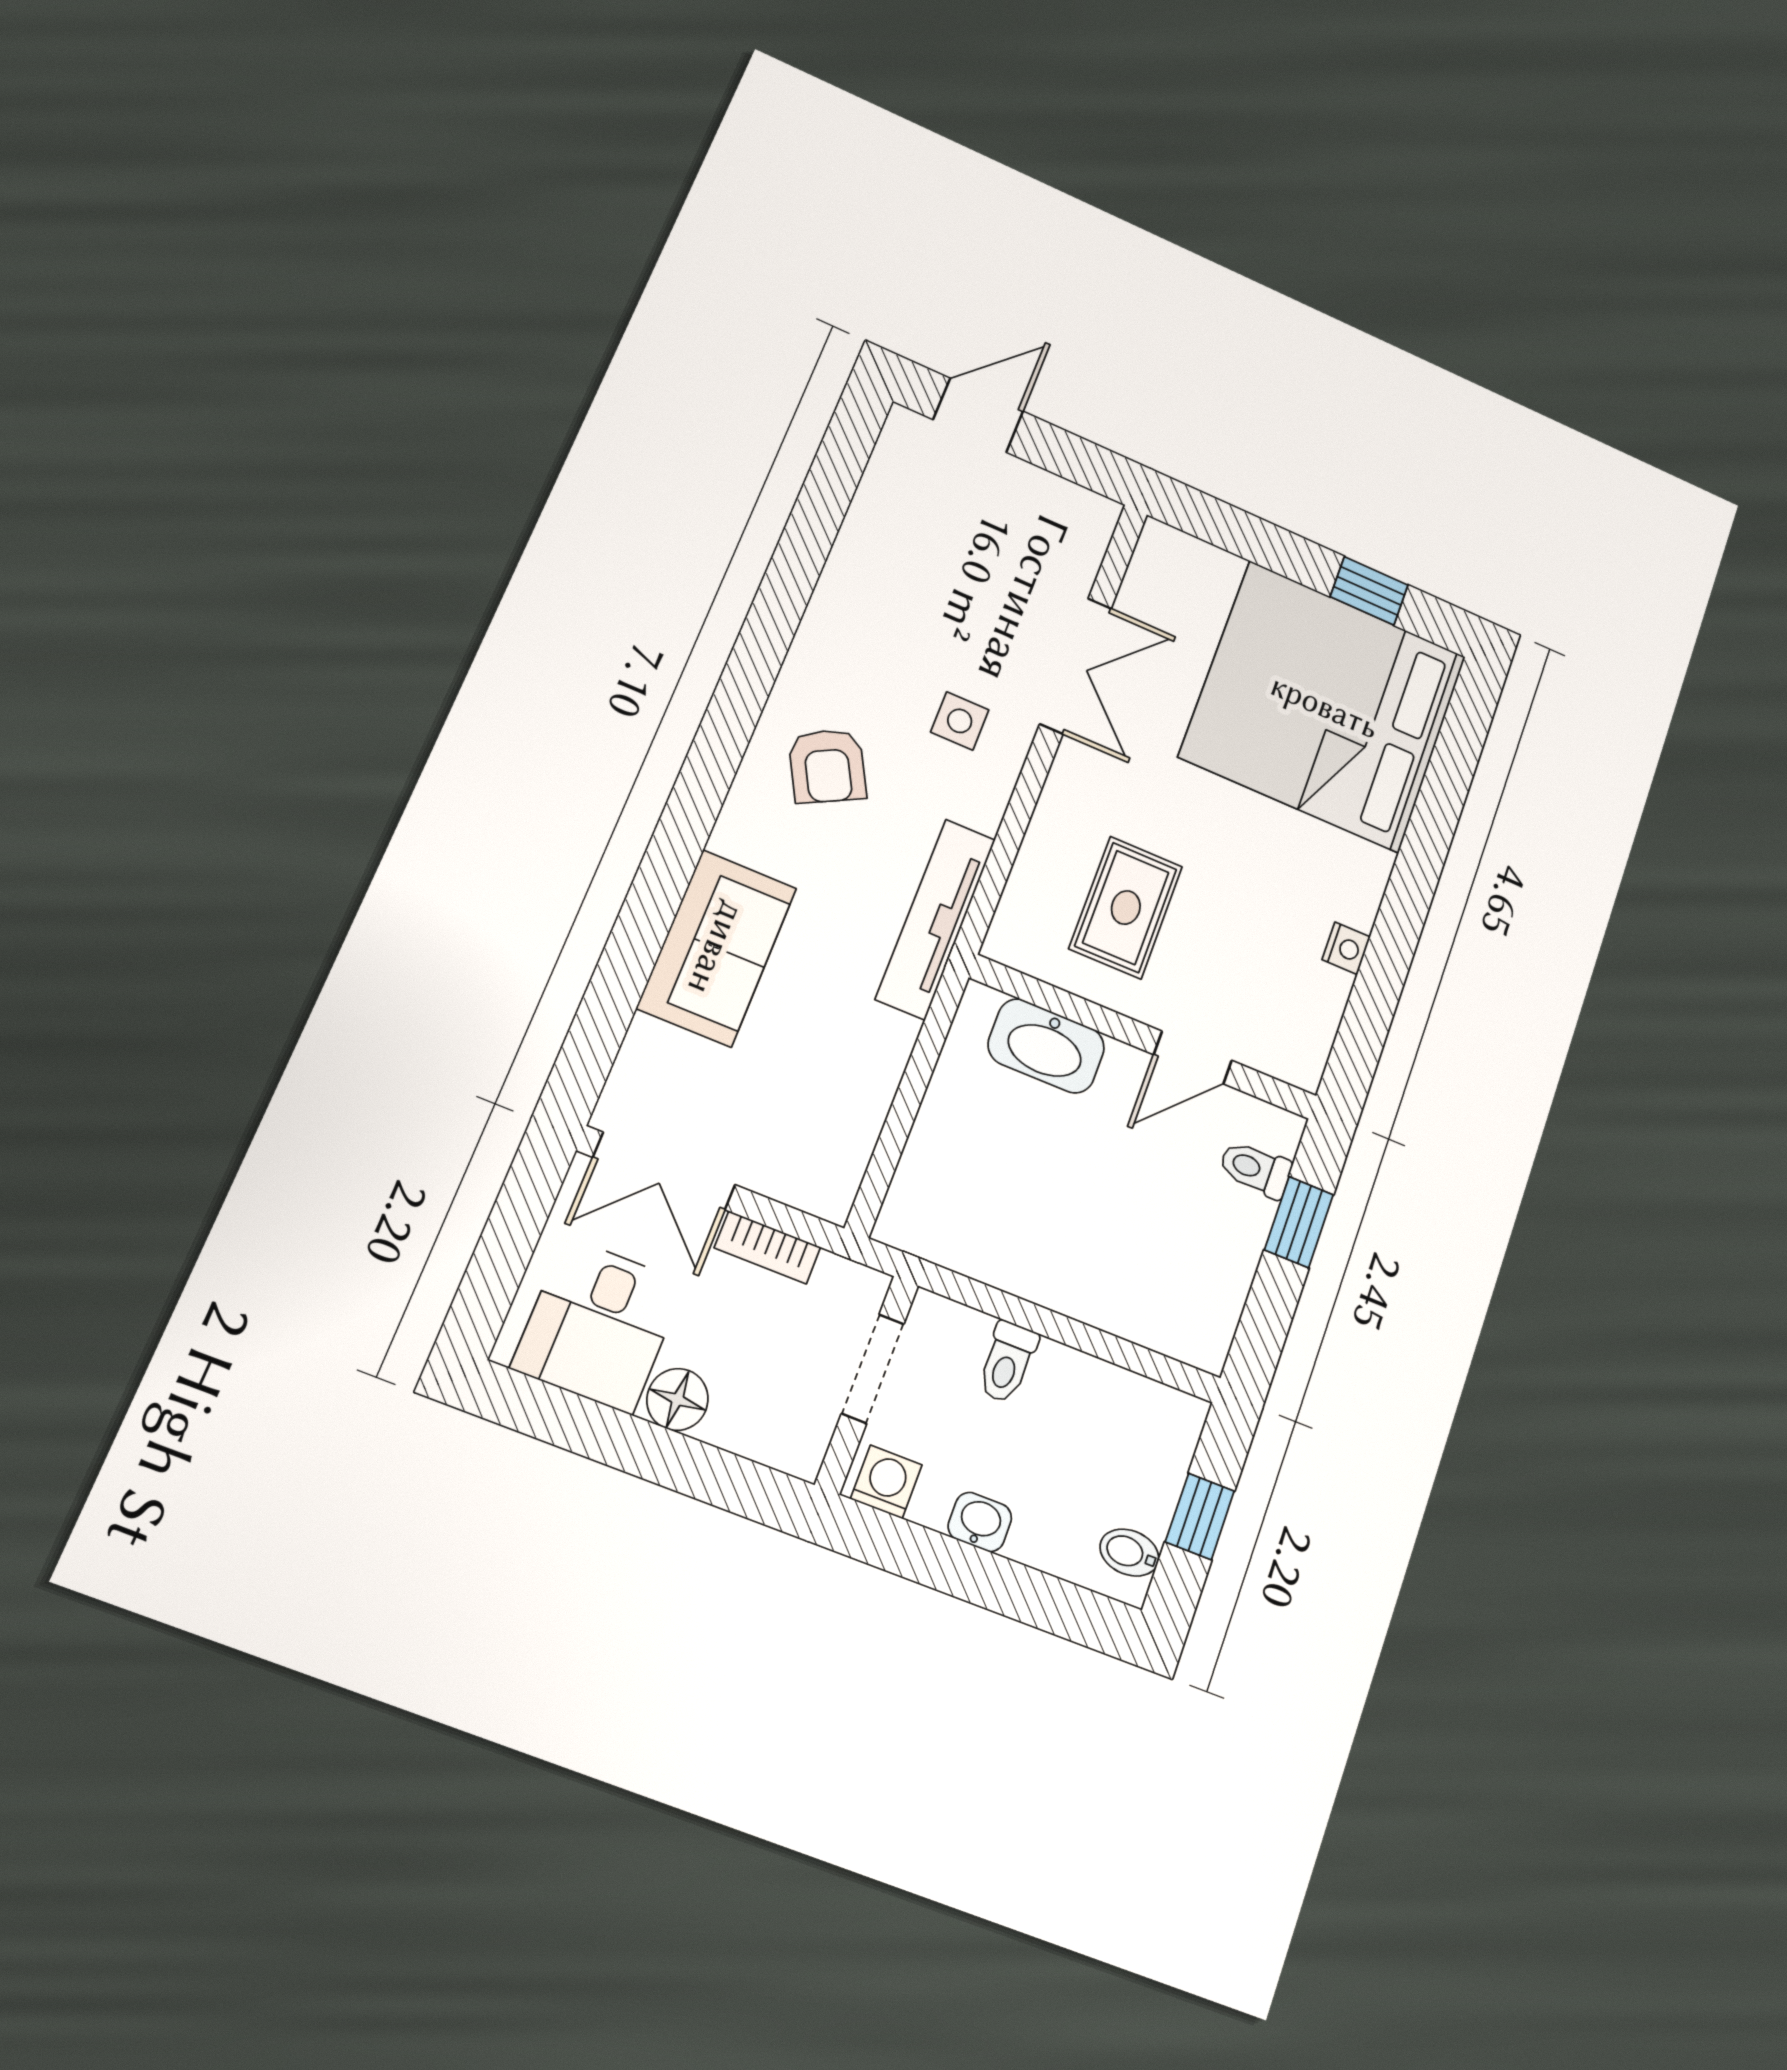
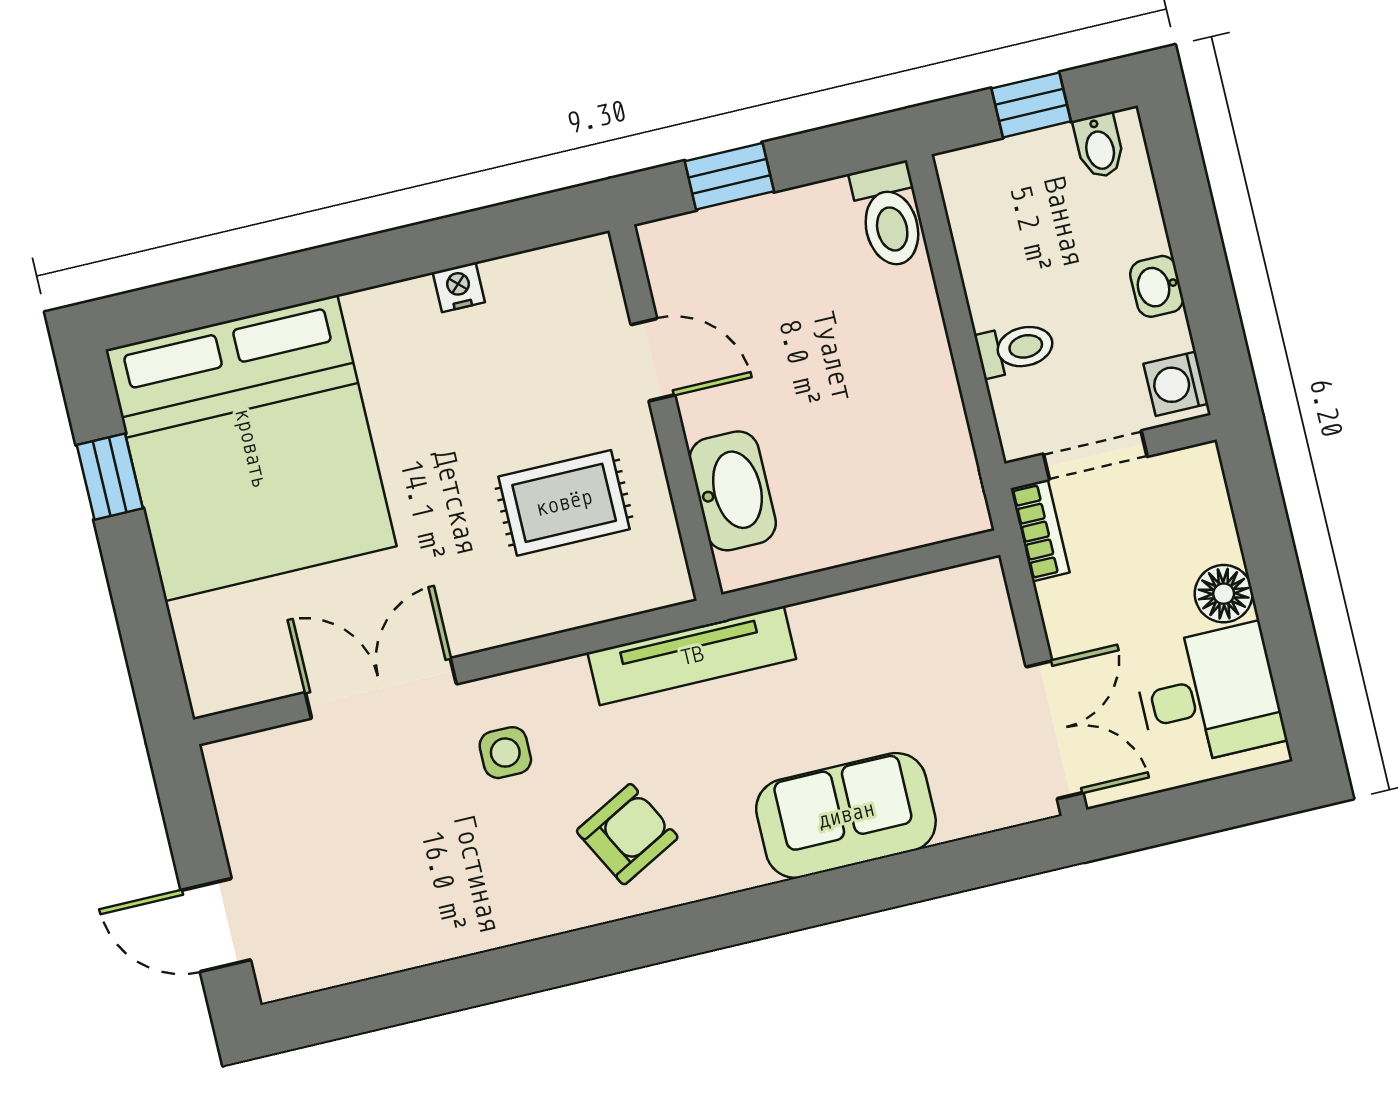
toilet: (1255, 1169) -> (889, 215), moved, width x1.37, depth x1.39
bookcase: (768, 1247) -> (1040, 530), moved

